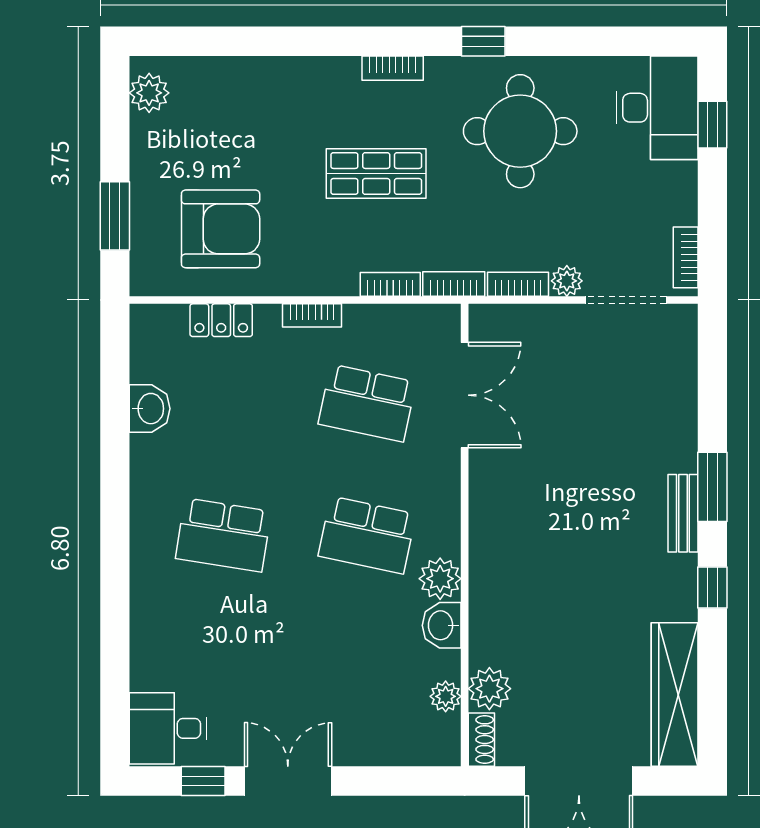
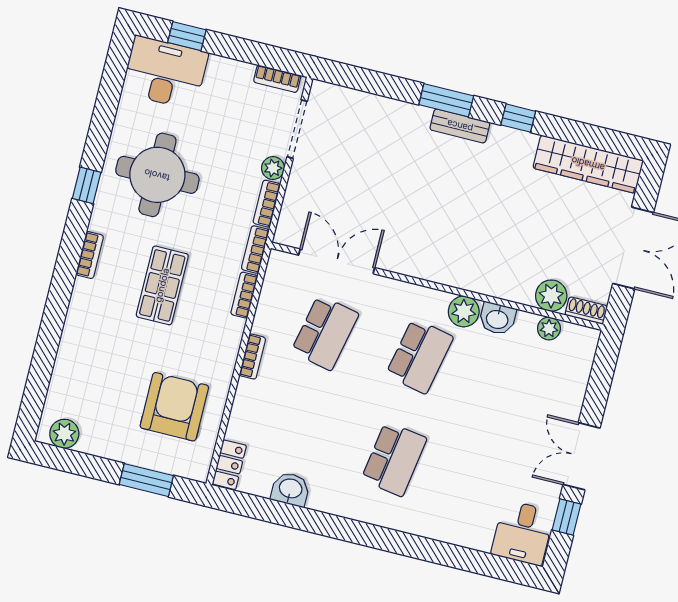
locker: (221, 320) -> (229, 465), moved

